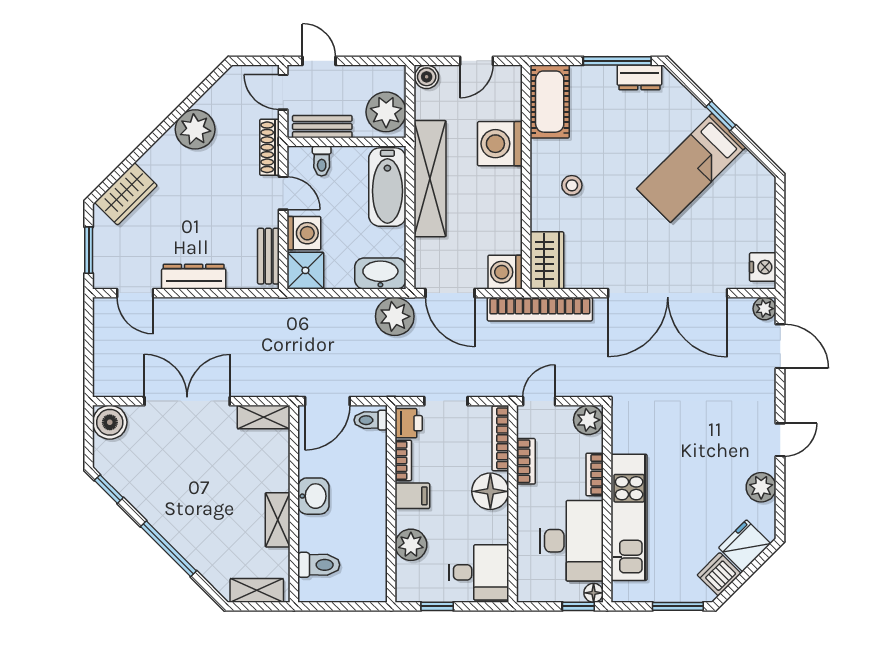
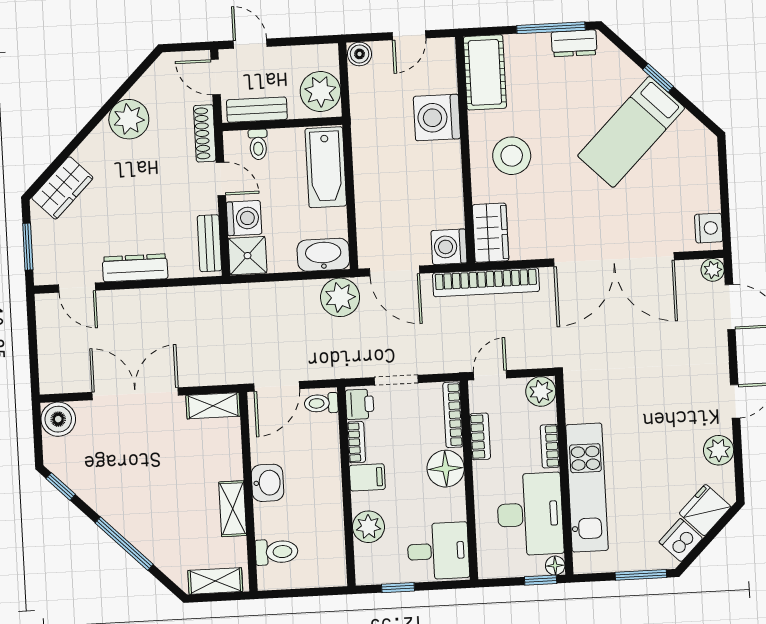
shelving: (430, 179) -> (368, 157), removed
stool: (572, 185) -> (512, 156), width x1.89, depth x1.89

